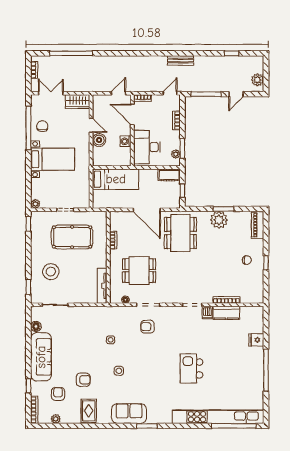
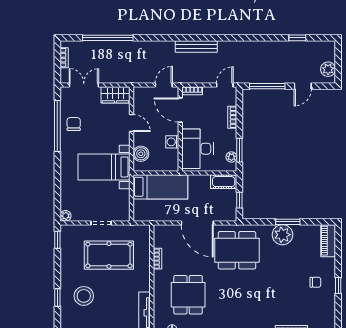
bench: (181, 61) -> (196, 46), moved, width x1.36
boiler: (99, 140) -> (141, 154), moved
bed with nightstands: (53, 159) -> (104, 167), moved, turned 180
dining table: (180, 233) -> (237, 250), turned 90
dining table: (139, 271) -> (188, 295), turned 90
window: (28, 287) -> (57, 298), moved

